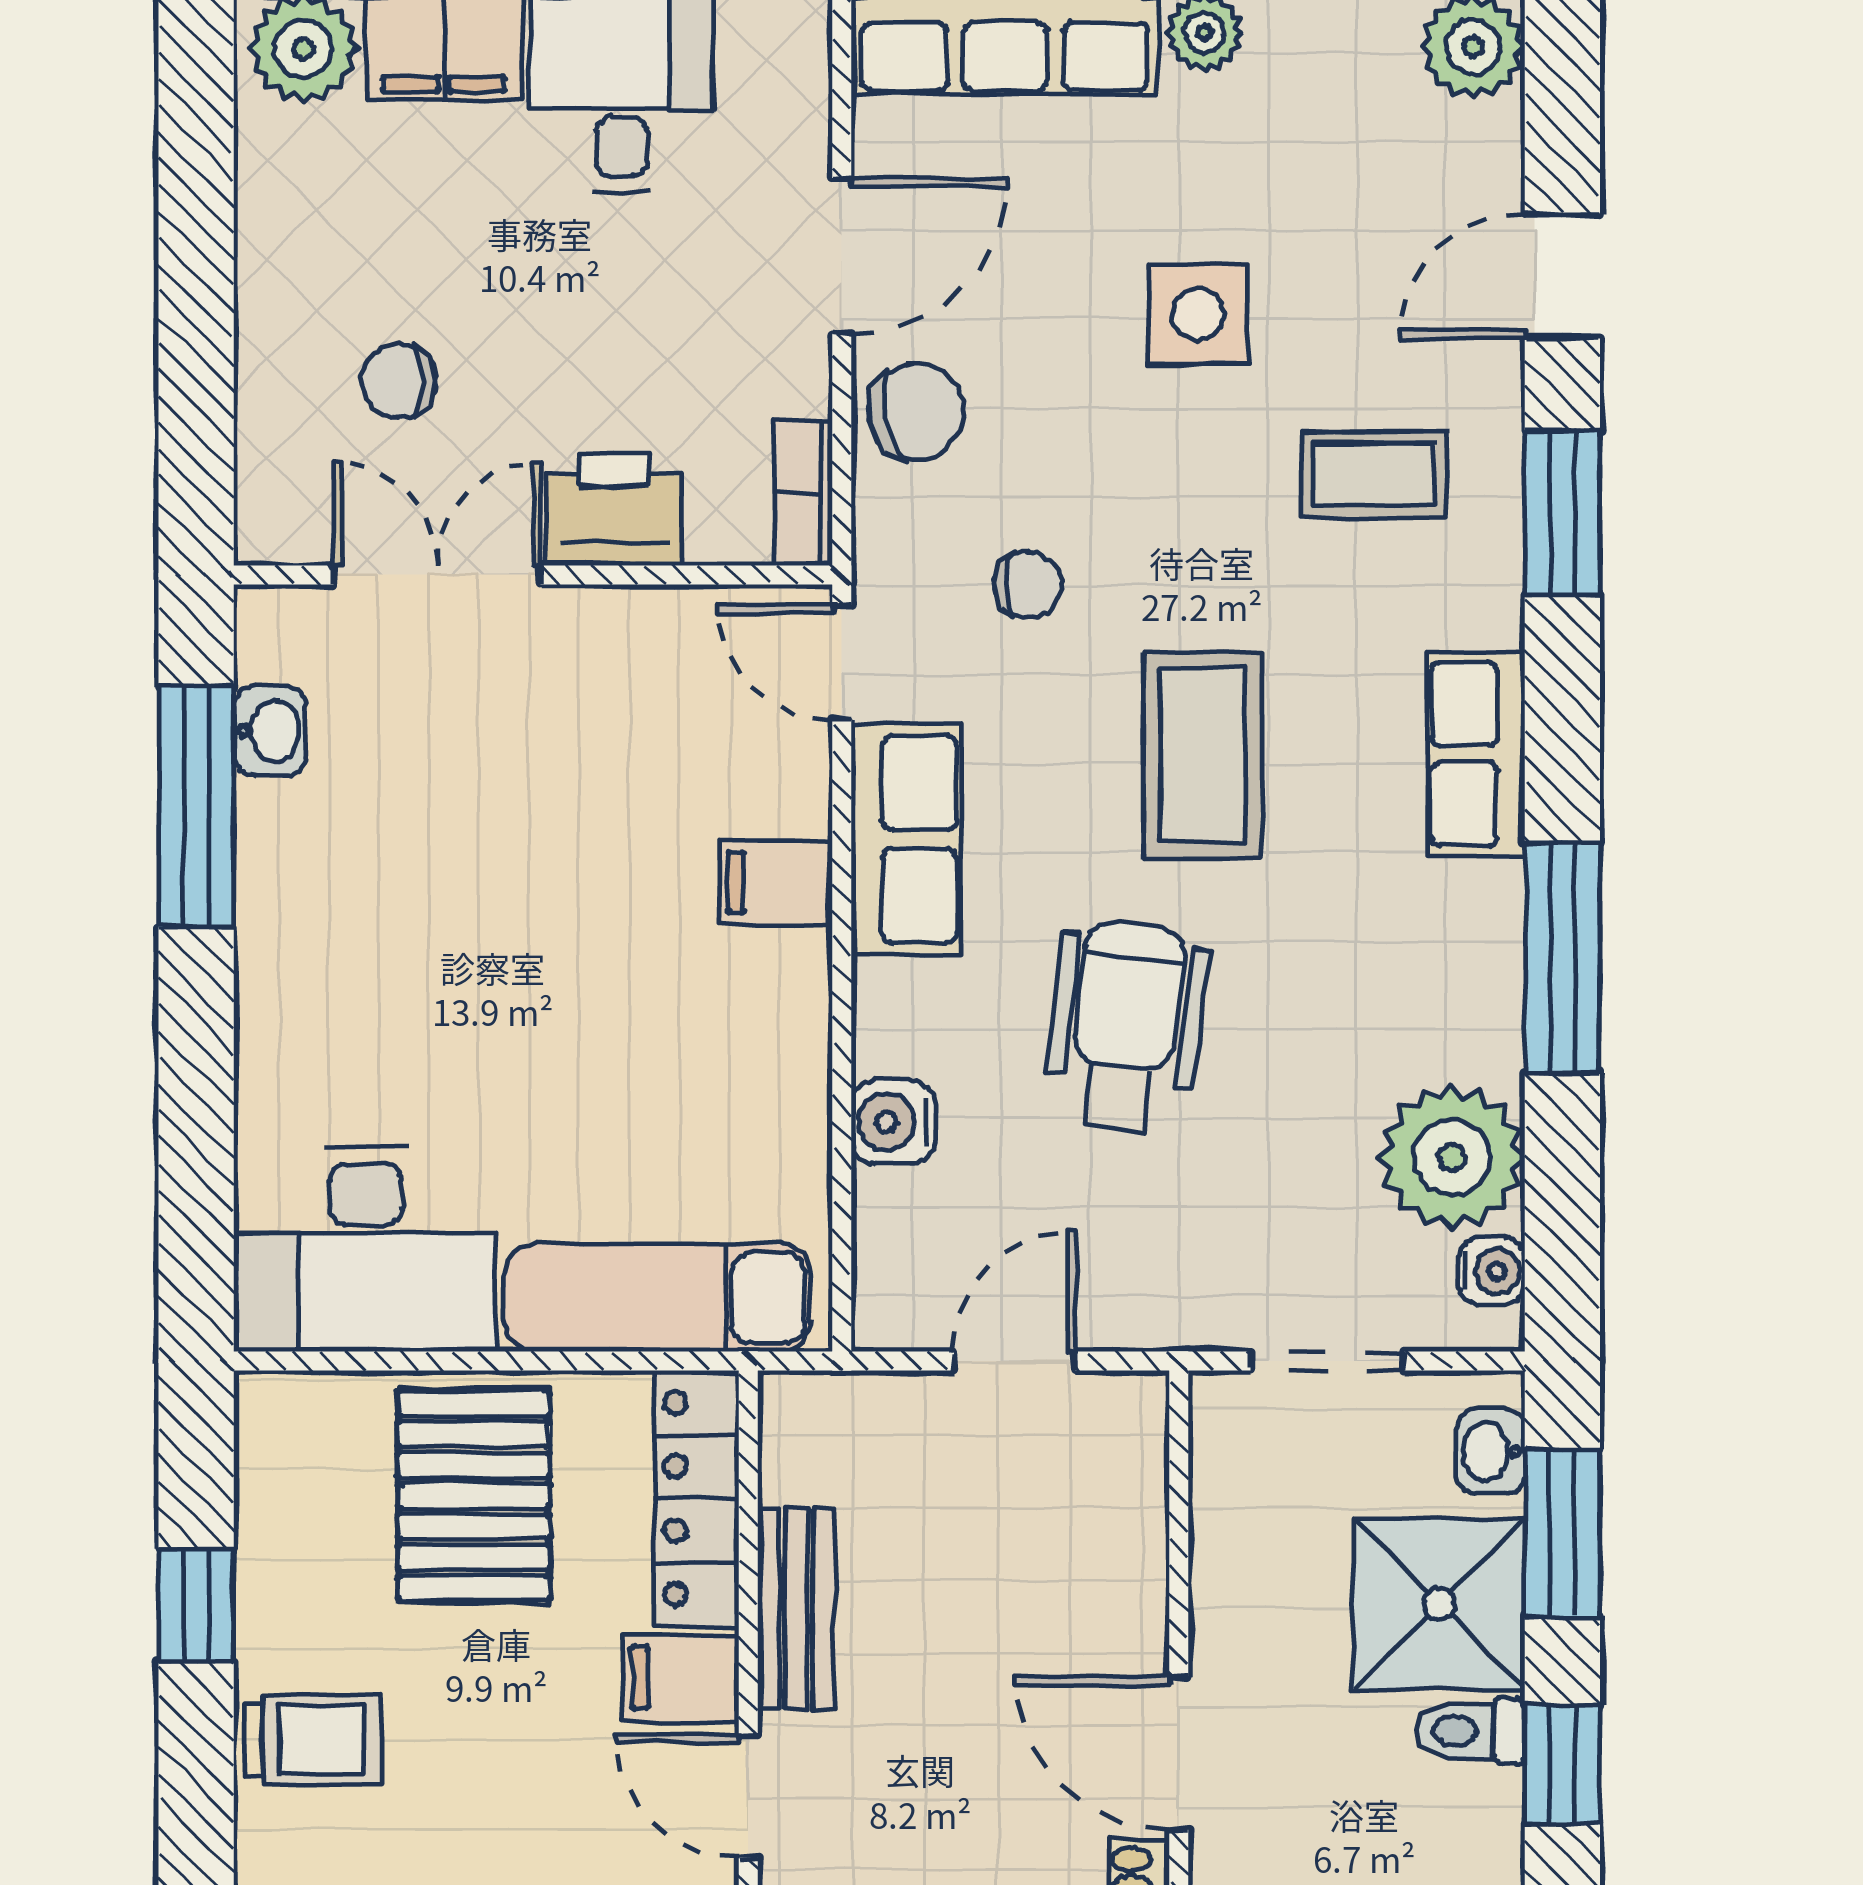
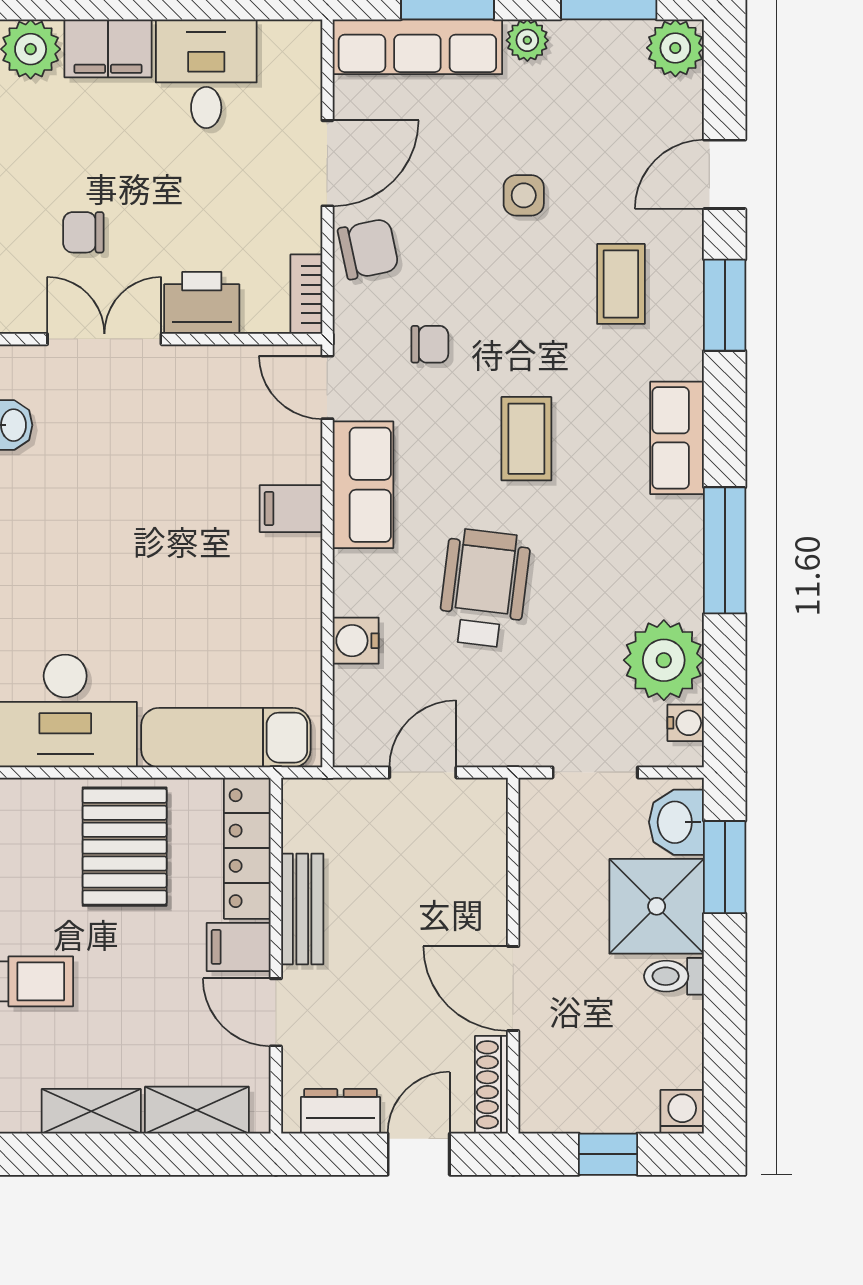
side table: (1198, 314) -> (524, 195), width x0.73, depth x0.73
coffee table: (1374, 475) -> (621, 284), turned 90
coffee table: (1203, 756) -> (526, 439), width x0.73, depth x0.77
washbasin: (1490, 1451) -> (676, 822), width x1.38, depth x1.45
window: (1562, 1765) -> (725, 995), removed

